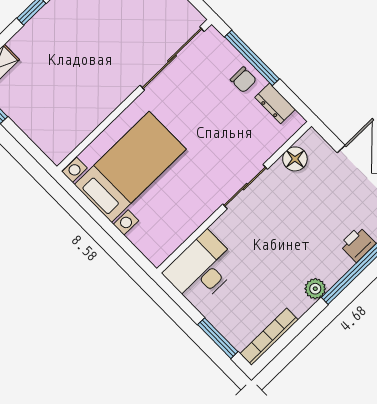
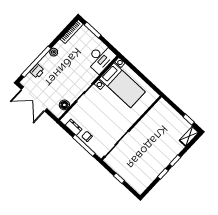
bed with nightstands: (130, 167) -> (122, 85), moved, turned -90

